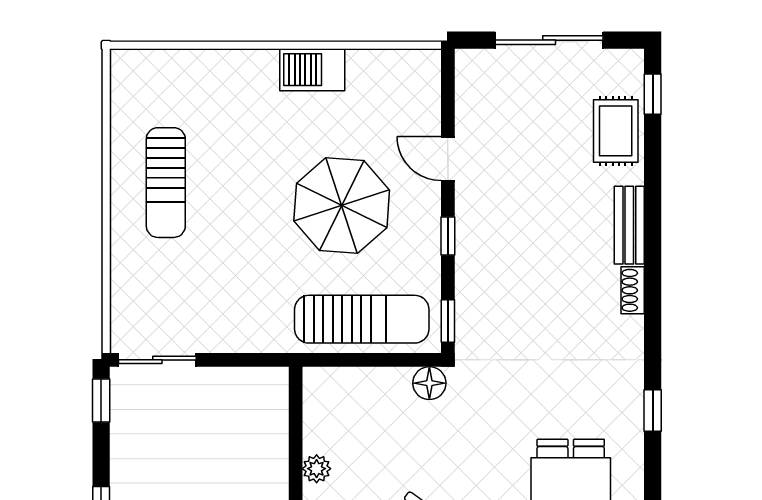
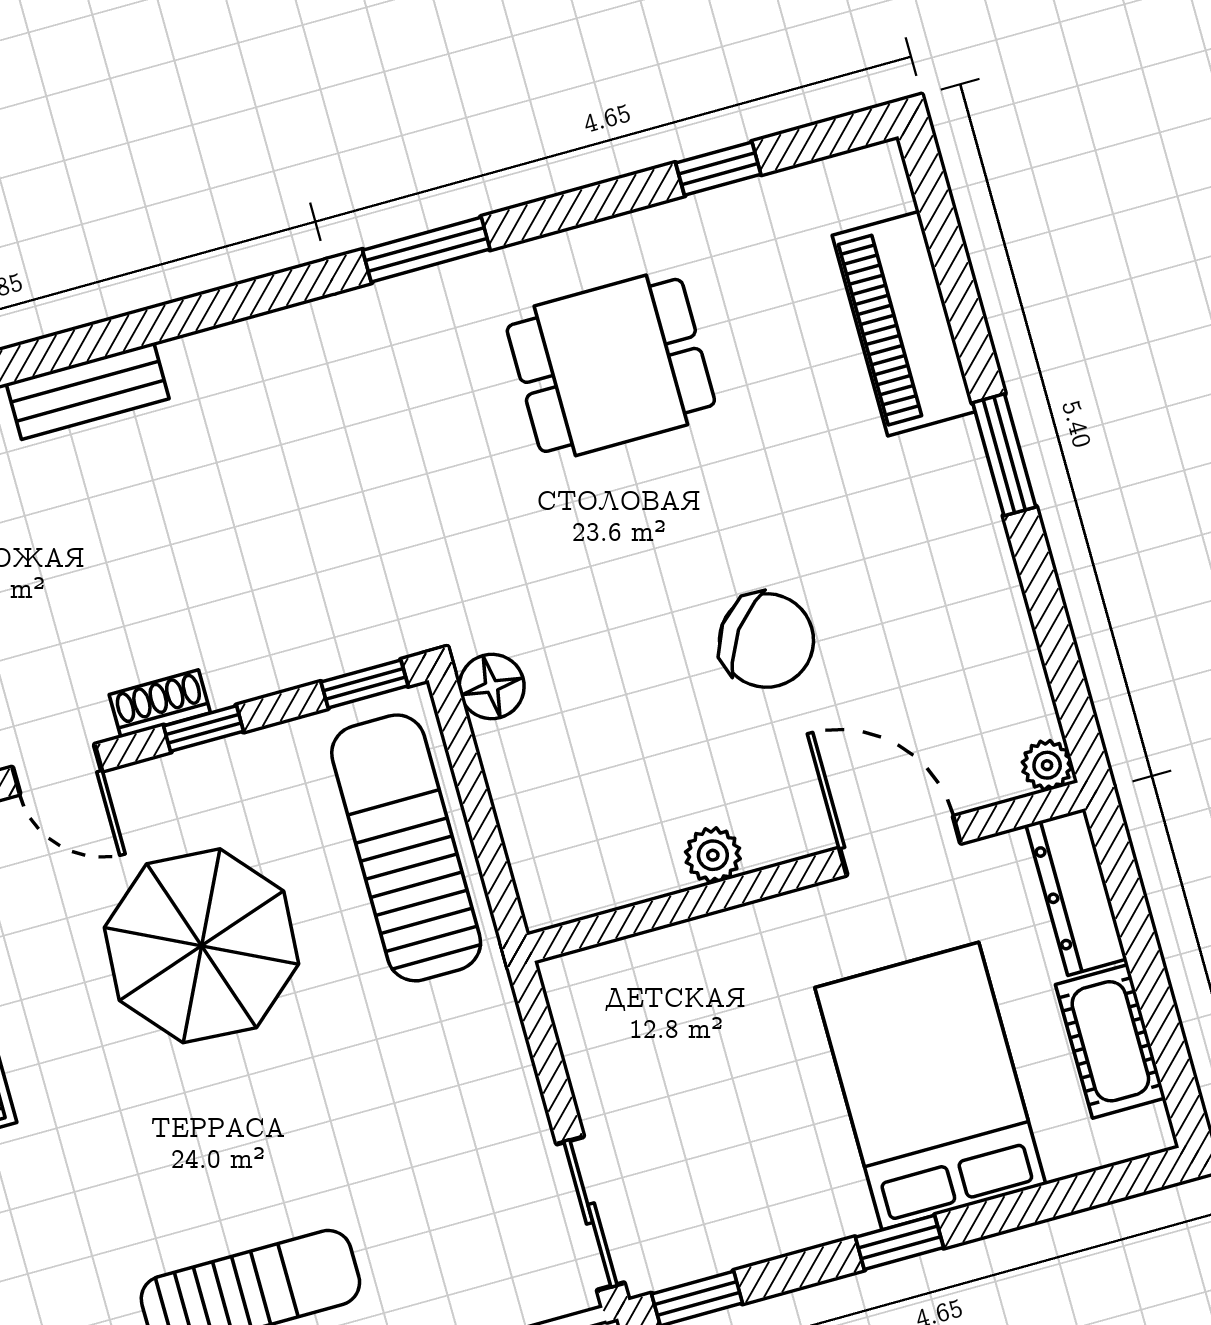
door: (448, 159) -> (57, 769), hinge flipped
shoe rack: (633, 290) -> (160, 704), moved, turned 180
window: (653, 410) -> (426, 250), width x1.50

